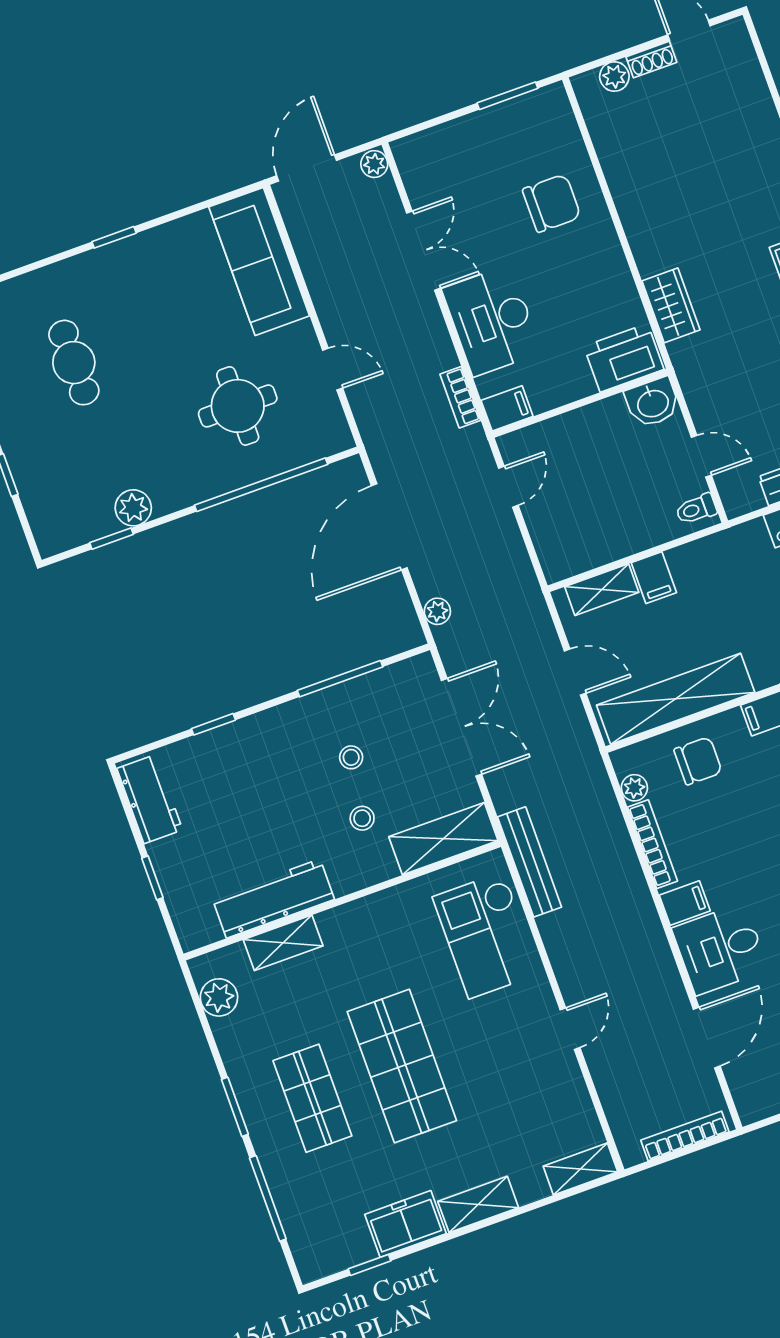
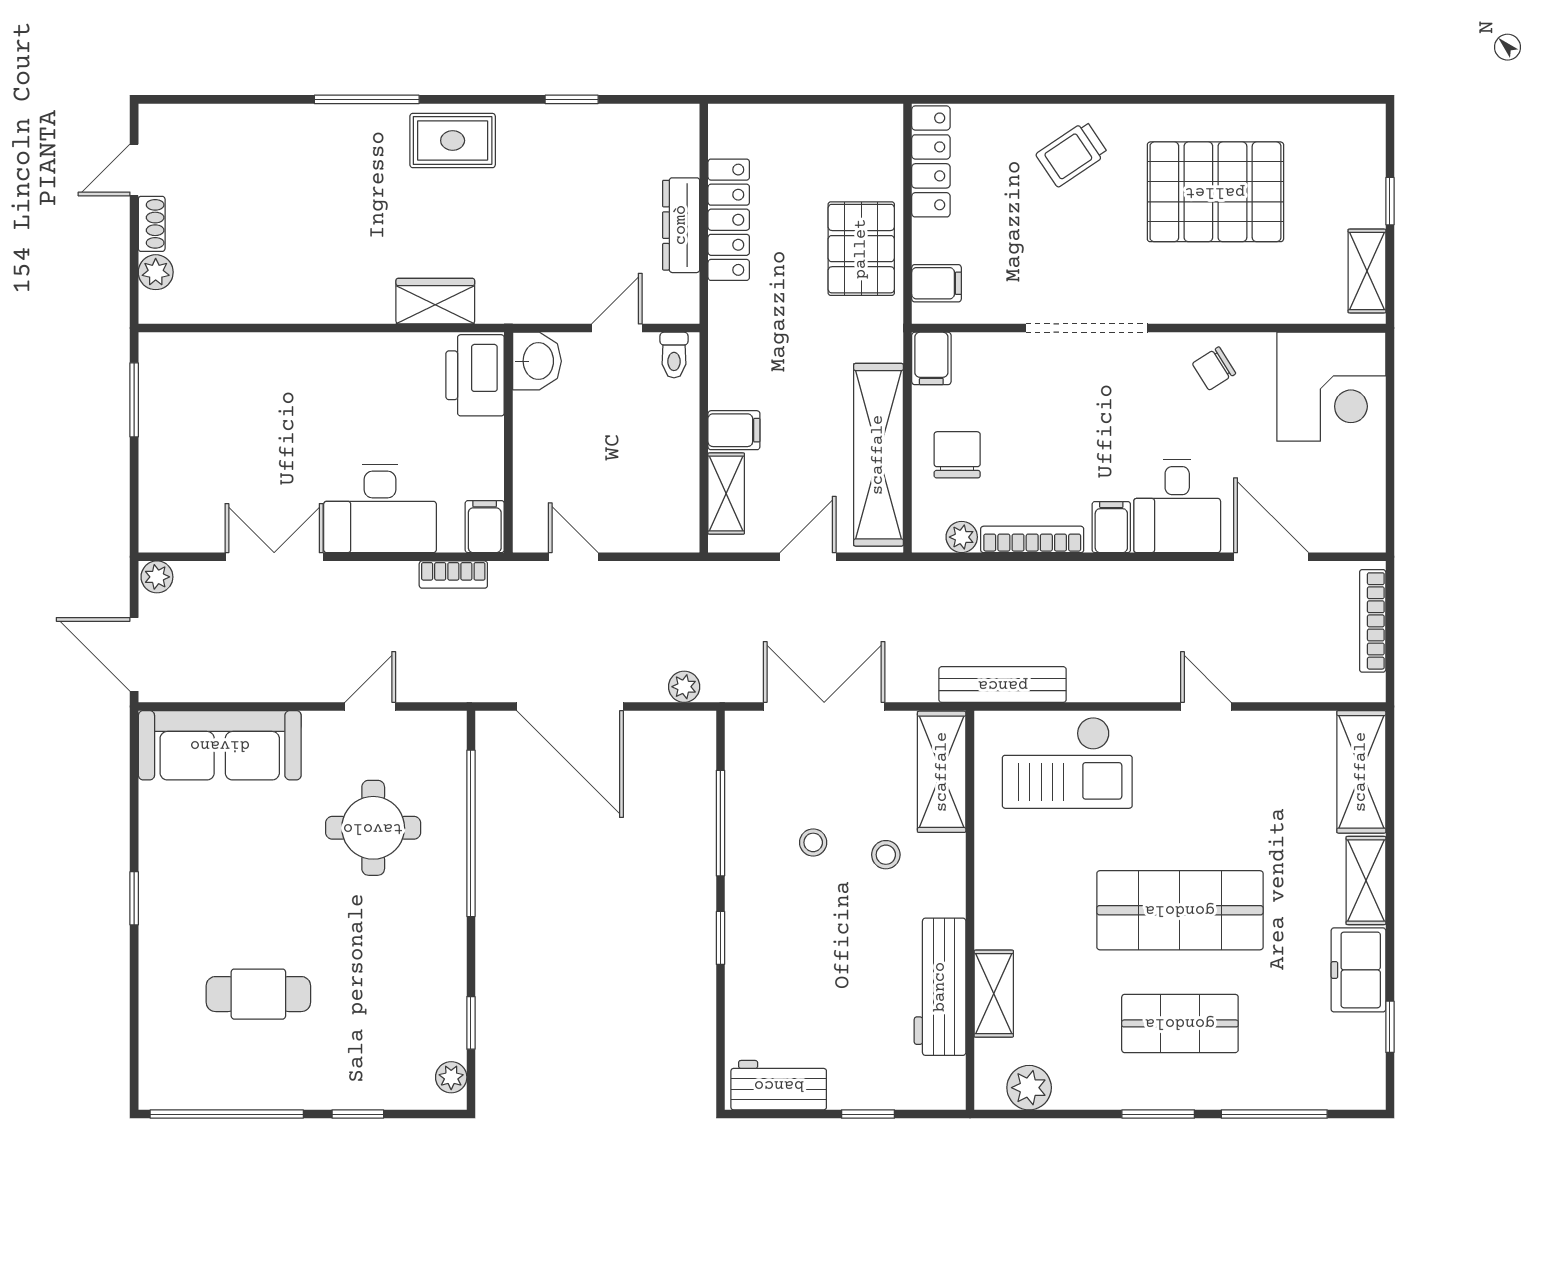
chair: (552, 203) -> (273, 394), removed
plant: (133, 508) -> (451, 1077), moved, width x0.73, depth x0.73
window: (213, 724) -> (720, 938), moved
shelving: (580, 1169) -> (1361, 772), width x1.50, depth x1.33

